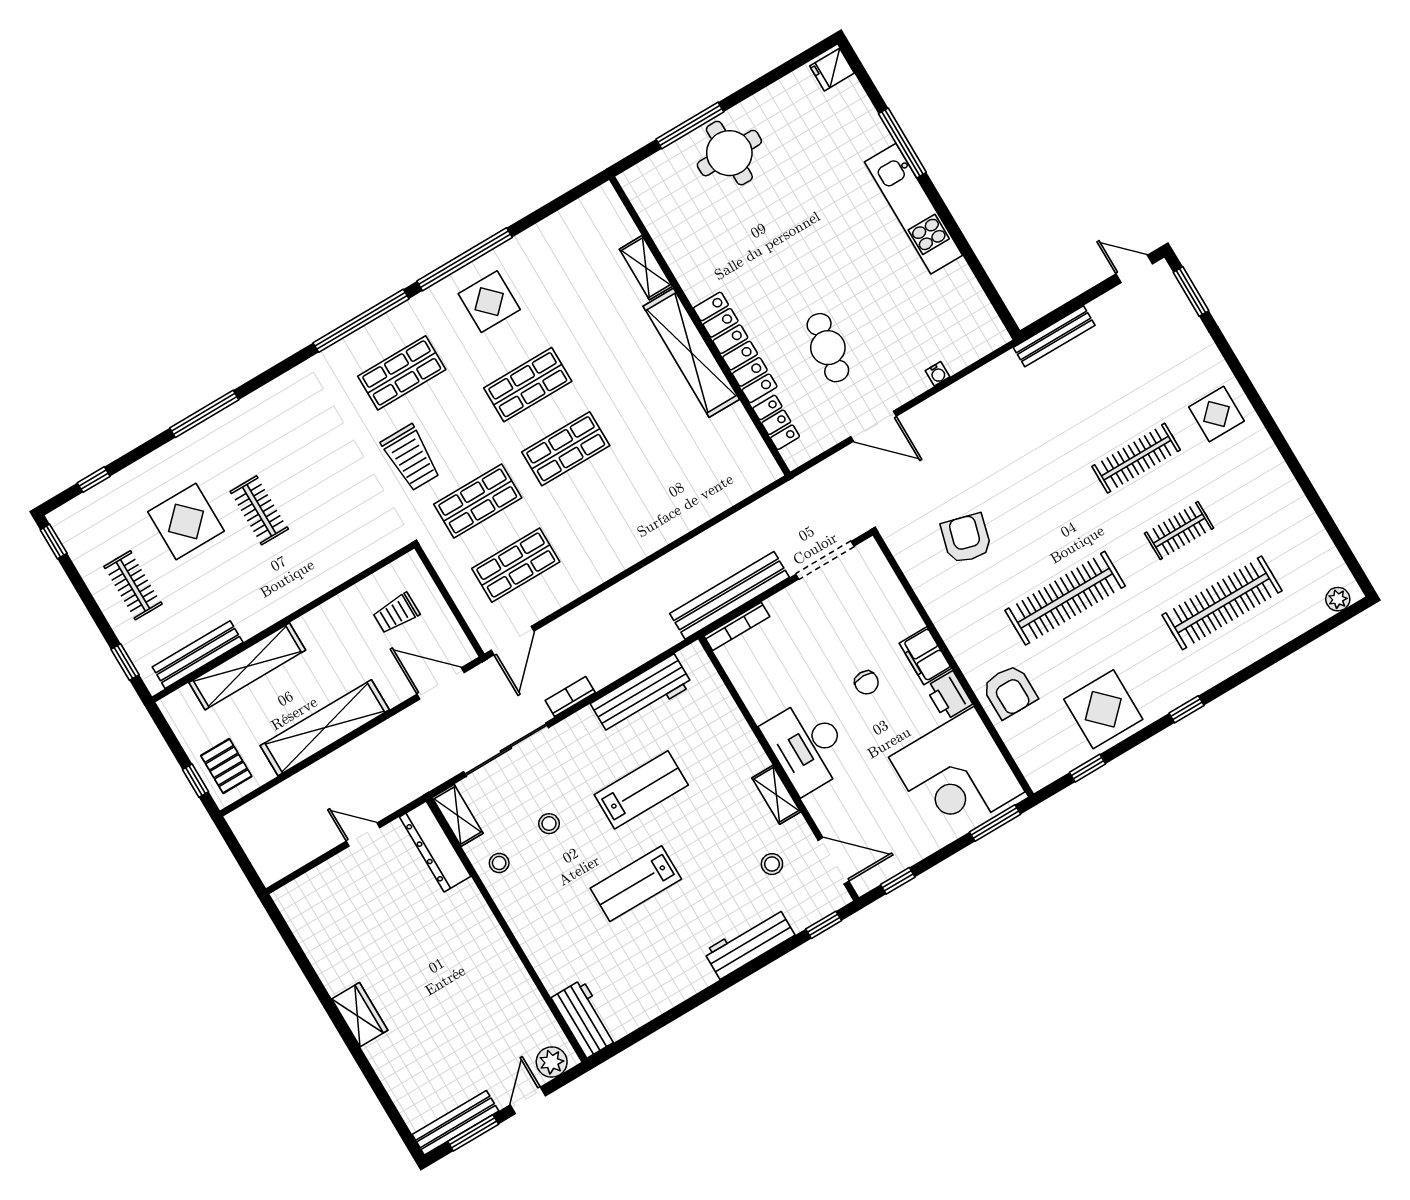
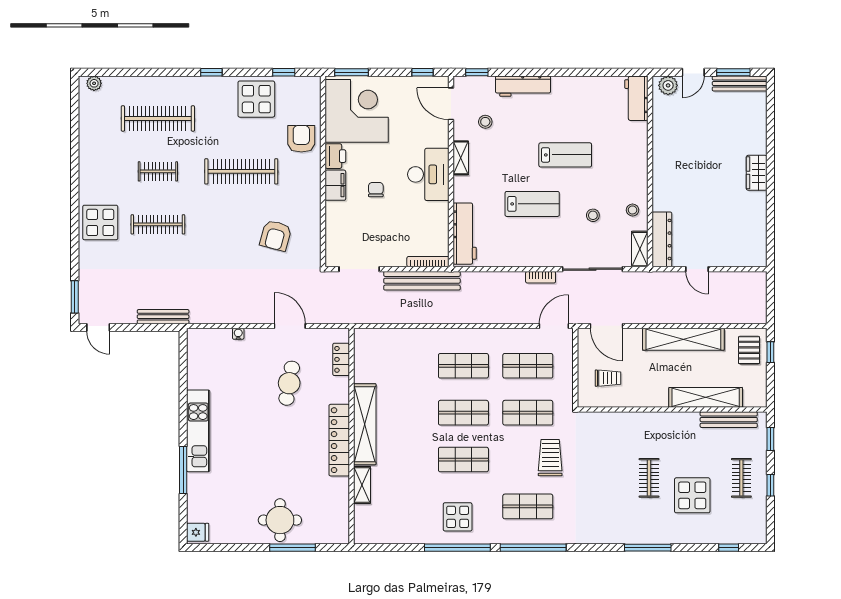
locker: (735, 347) -> (339, 440), moved
display table: (1216, 414) -> (100, 222), width x1.36, depth x1.36
shop shelf: (604, 513) -> (463, 366), added
window: (54, 542) -> (770, 485), moved
workbench: (642, 694) -> (465, 234), moved, turned 90
lab bench: (641, 790) -> (532, 204), turned 180

